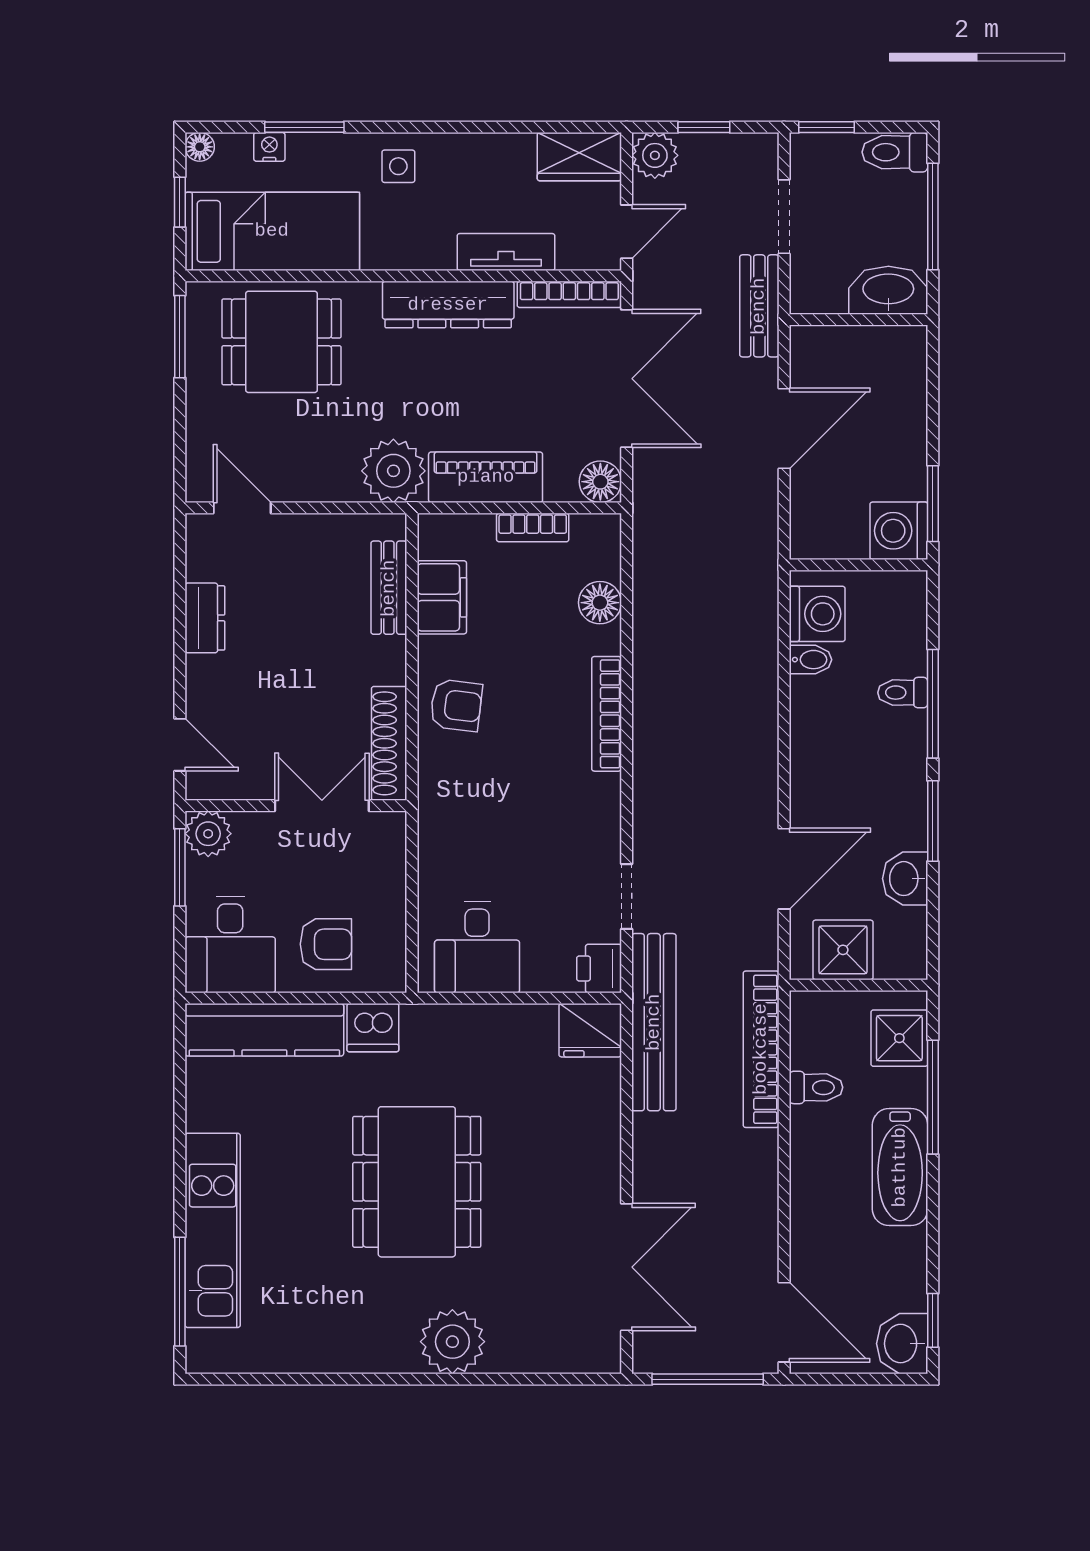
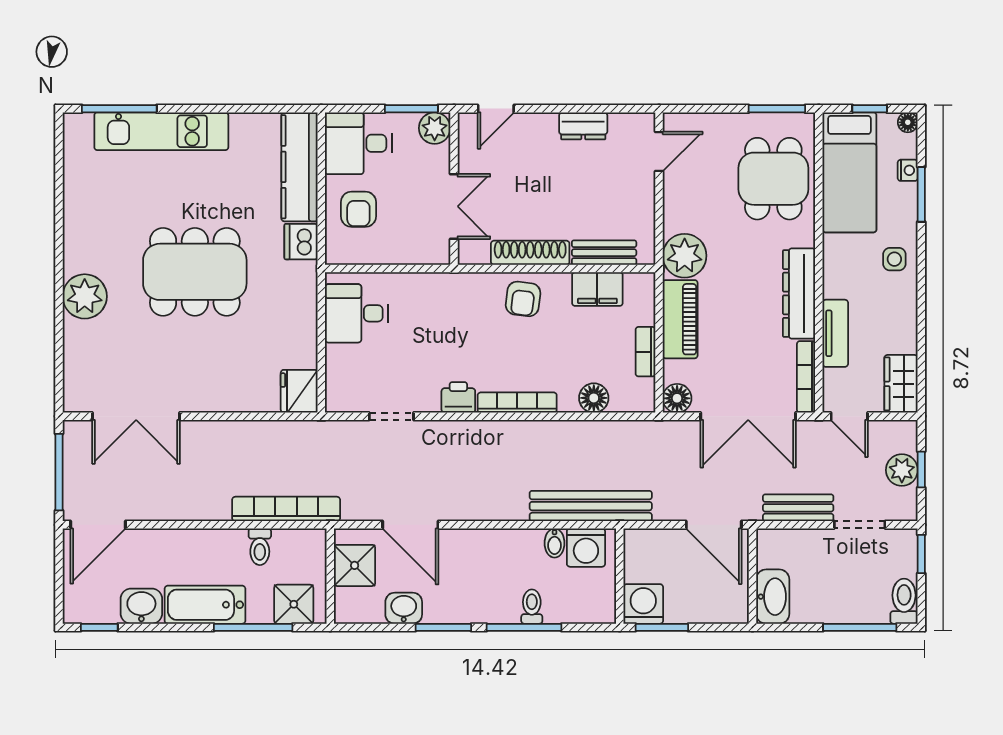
plant: (655, 155) -> (902, 470), moved
washbasin: (888, 290) -> (773, 597), moved
wall: (859, 320) -> (752, 576), moved
shoe rack: (389, 743) -> (530, 253), moved
printer: (599, 968) -> (458, 397), moved
bench: (654, 1022) -> (591, 506), moved
washbasin: (902, 1344) -> (141, 606), moved

